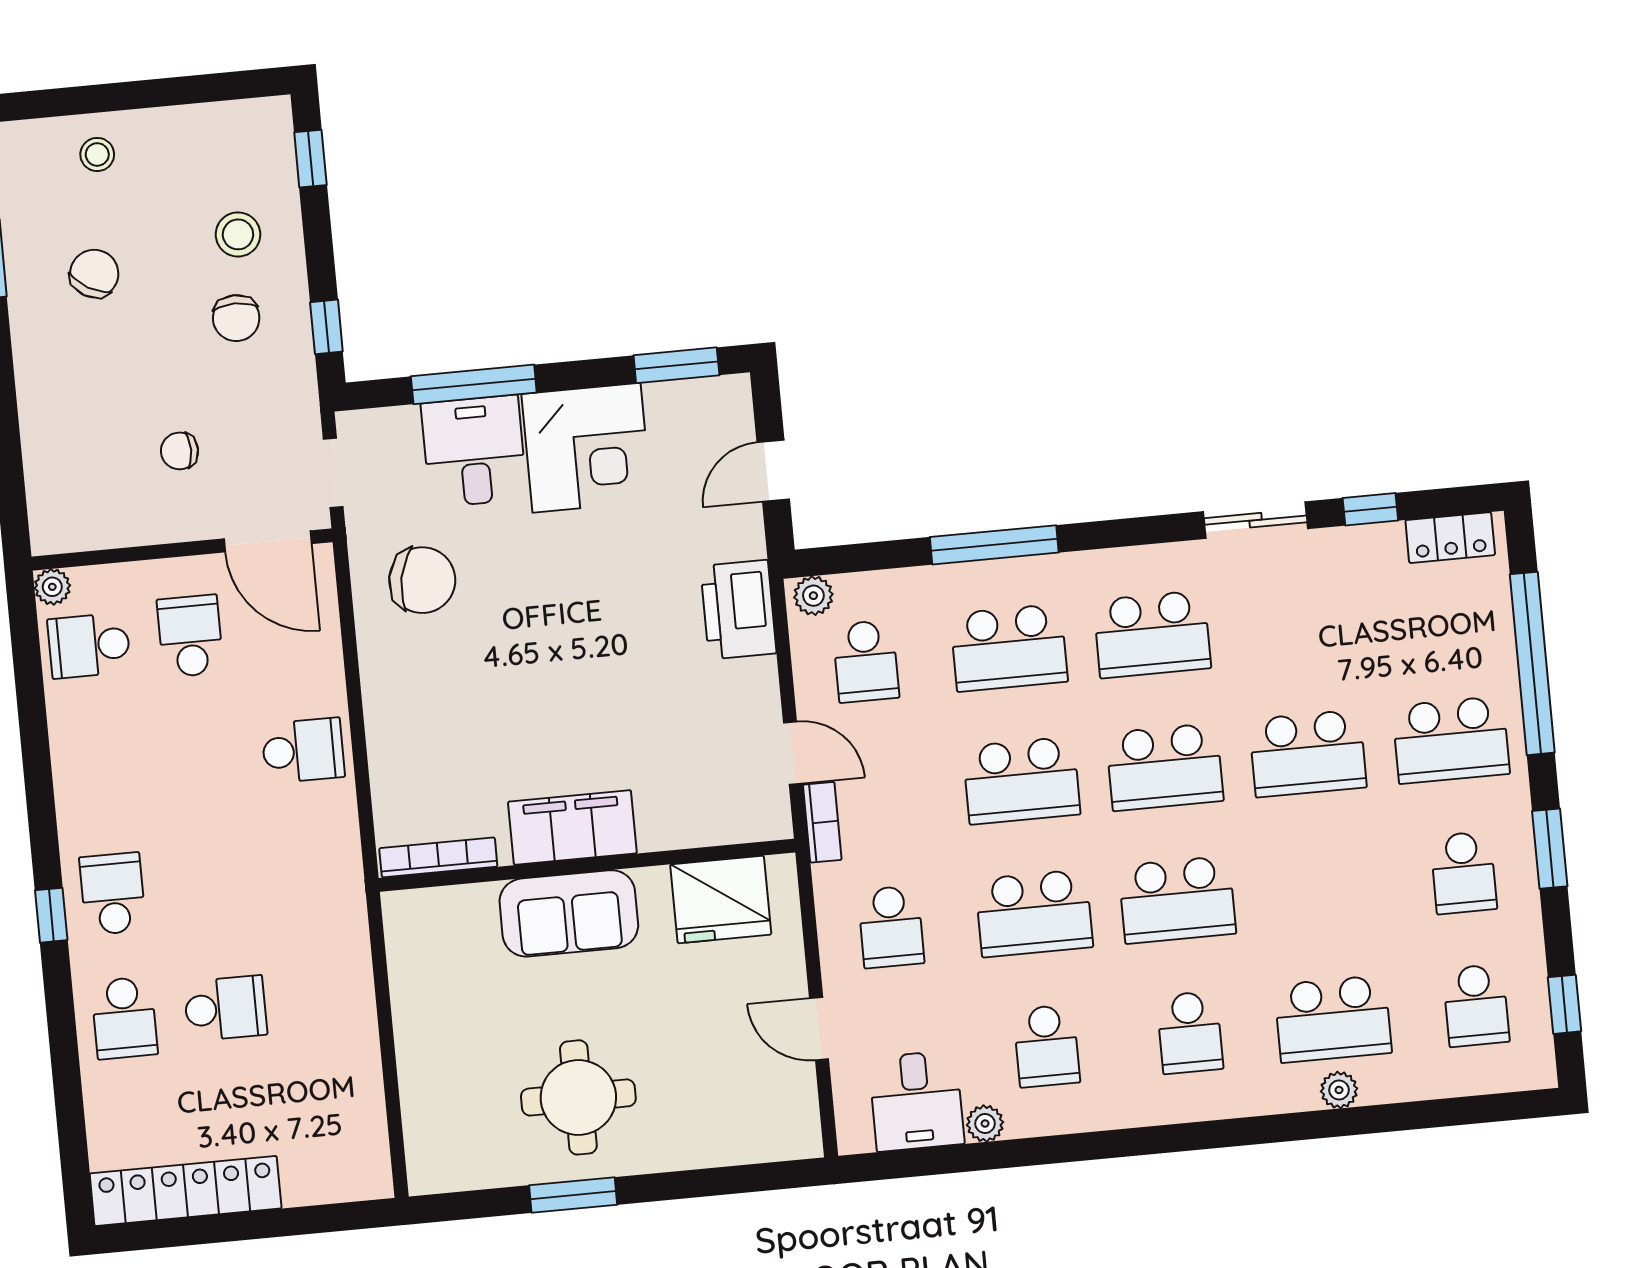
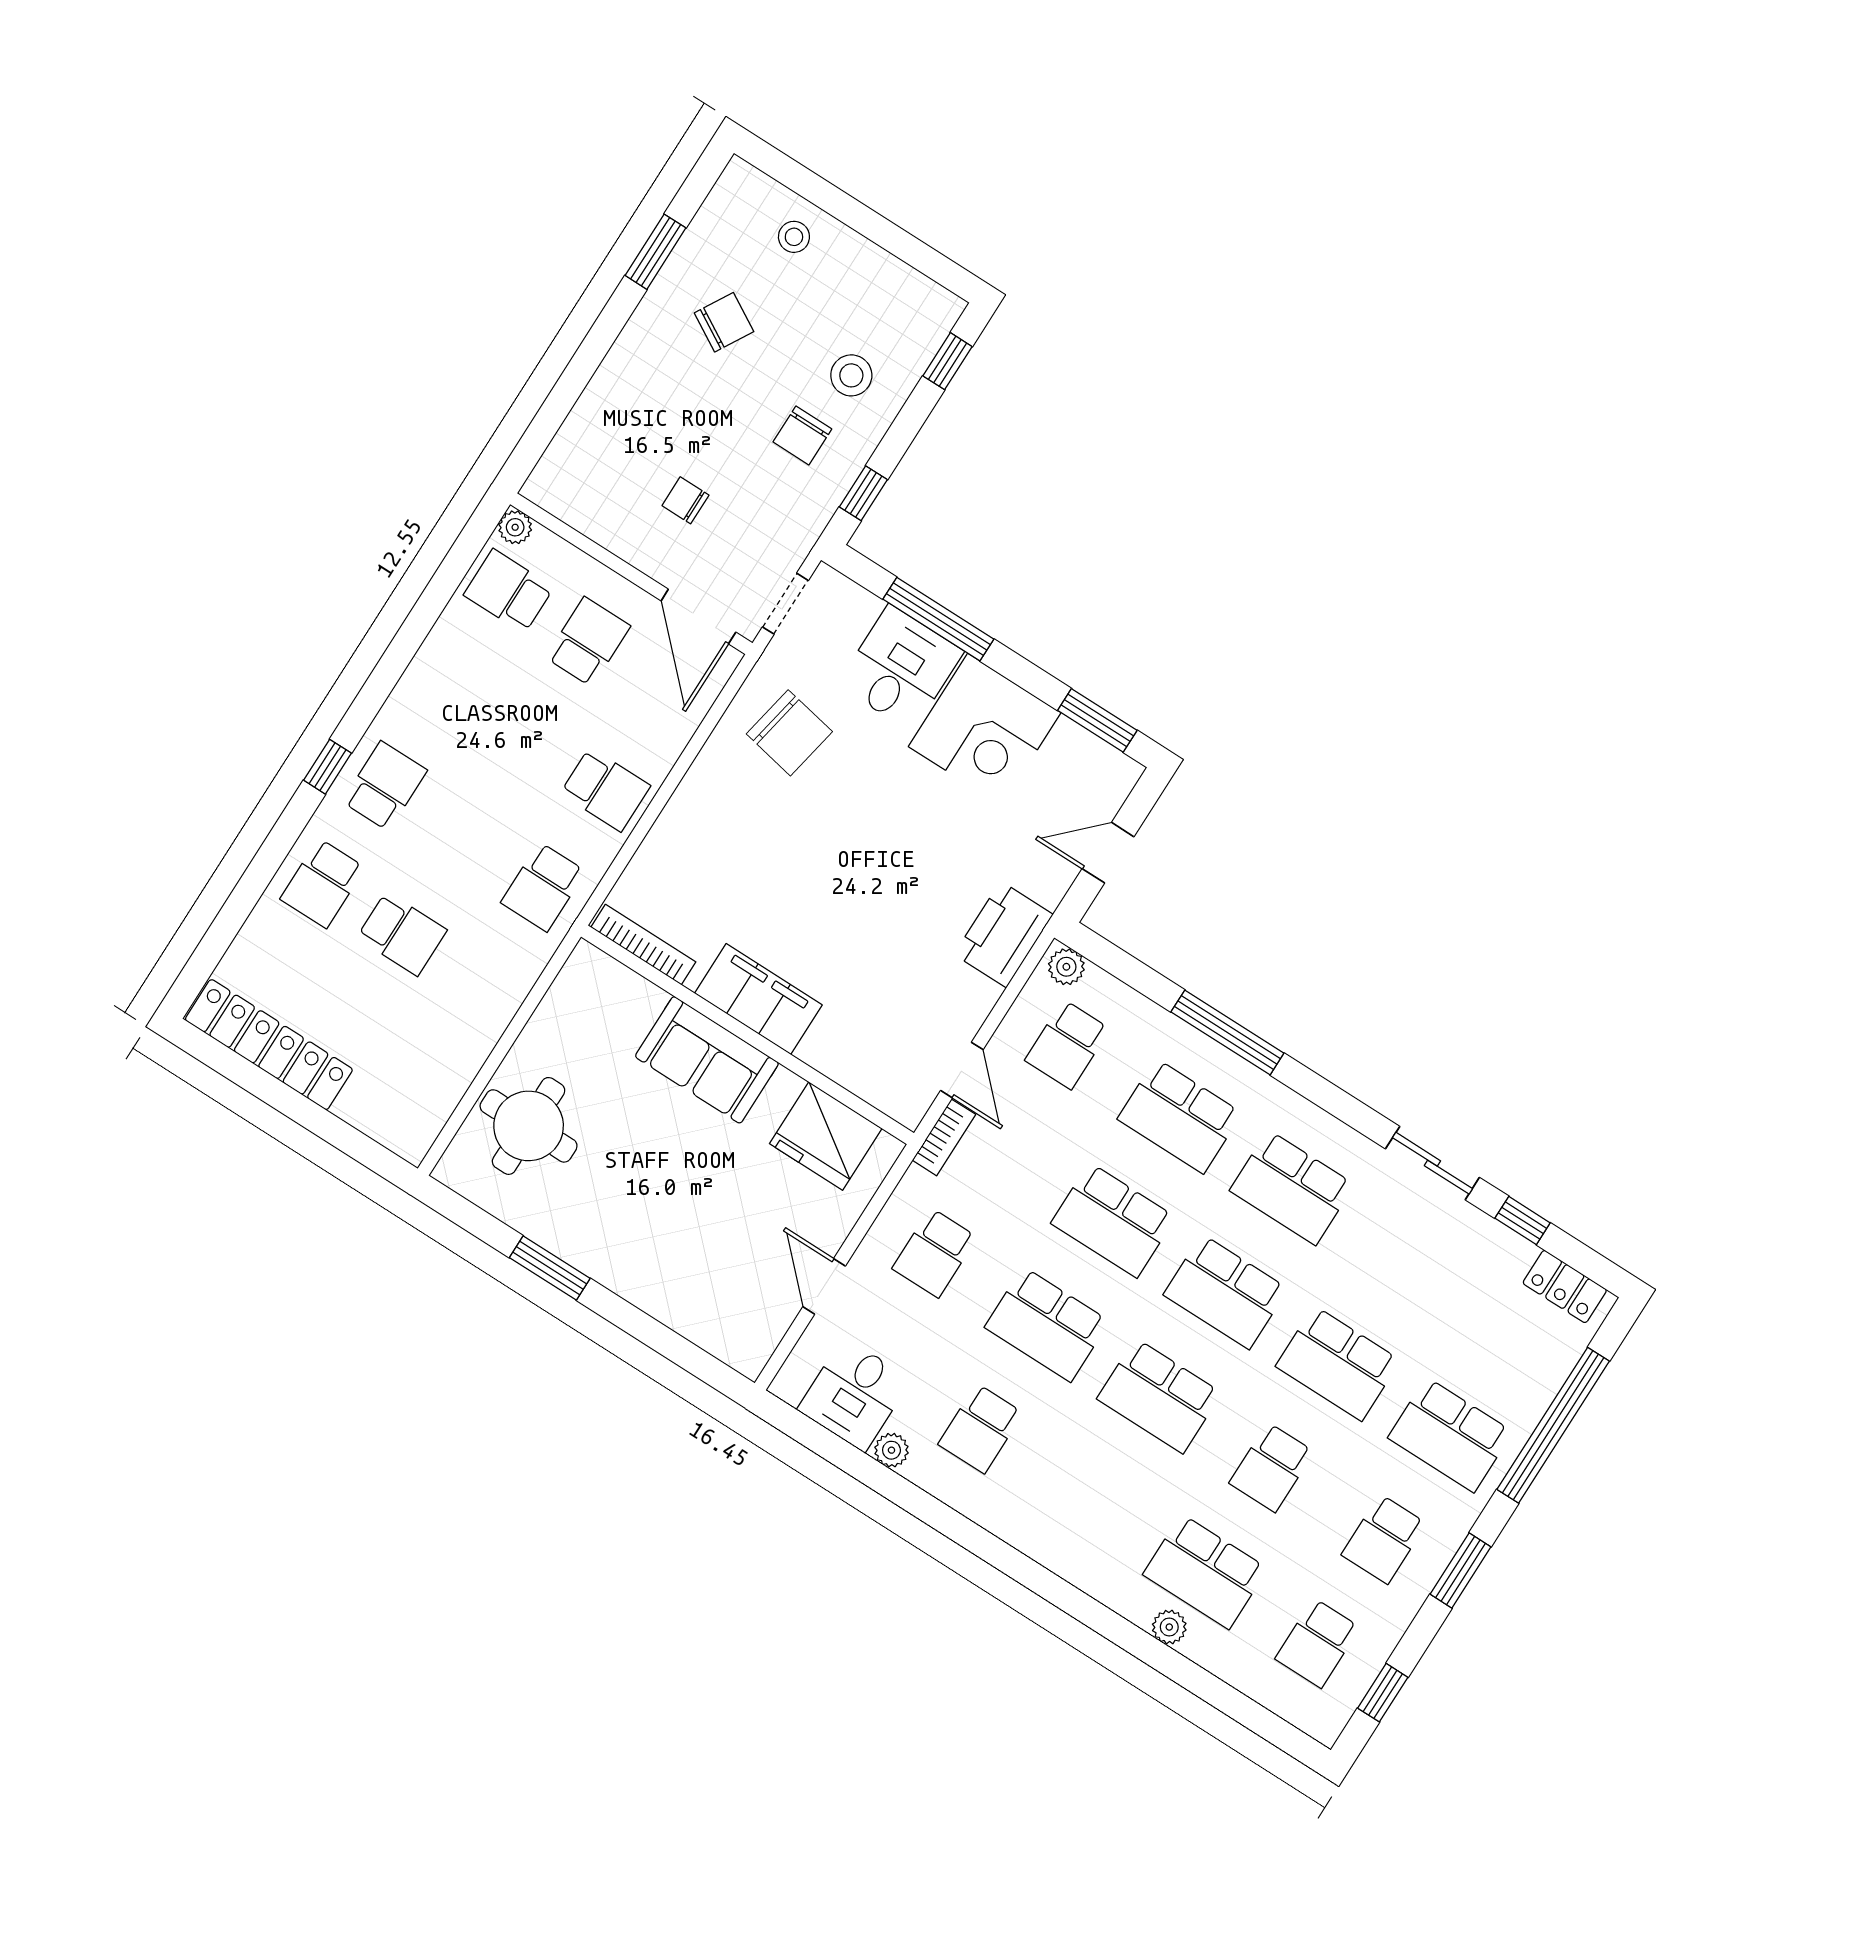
school desk: (315, 875) -> (543, 887), added
school desk: (1190, 1032) -> (1272, 1467), moved
round table: (578, 1097) -> (529, 1126), moved

